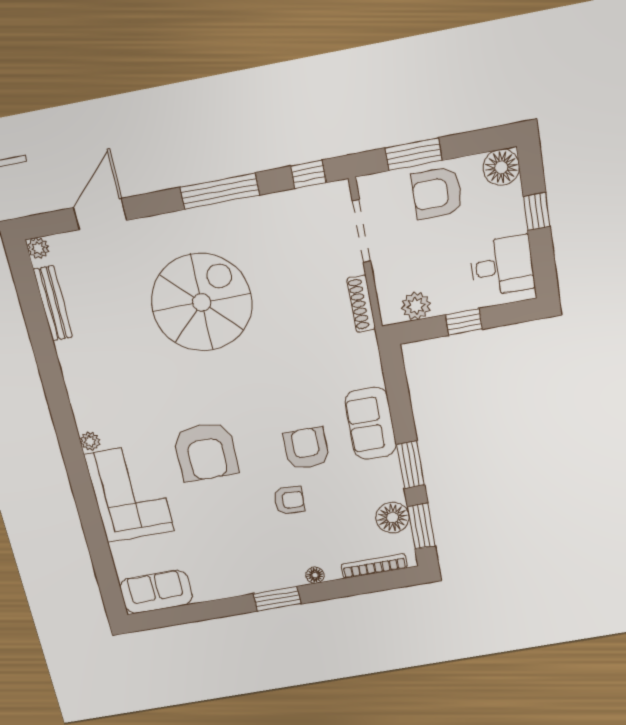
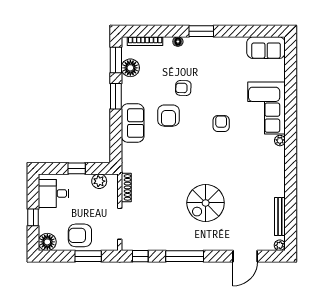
armchair: (437, 193) -> (80, 235), turned 180
spiral stairs: (202, 303) -> (206, 203), width x0.73, depth x0.73
armchair: (206, 452) -> (221, 124), width x0.53, depth x0.53

